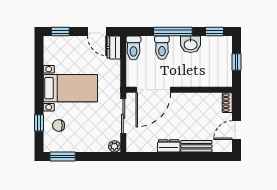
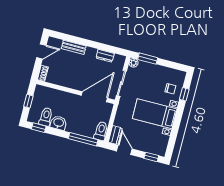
window: (173, 32) -> (83, 139), moved
toilet: (162, 48) -> (46, 117), moved
dresser: (169, 146) -> (105, 56), moved
window: (63, 157) -> (148, 59), moved

